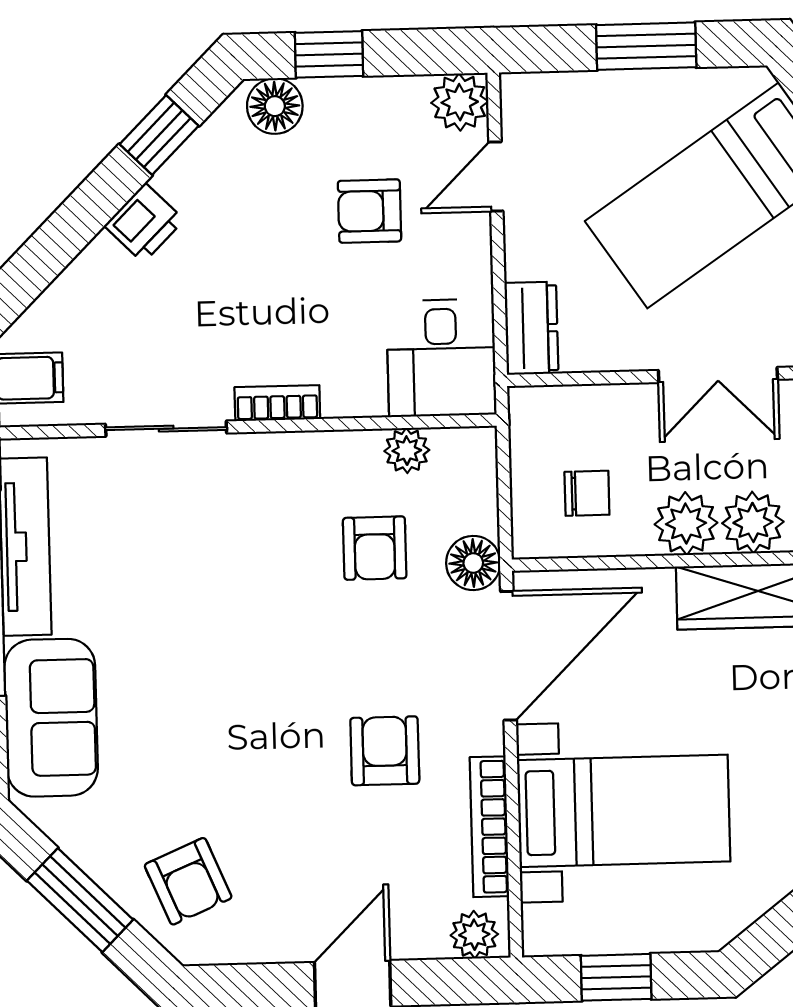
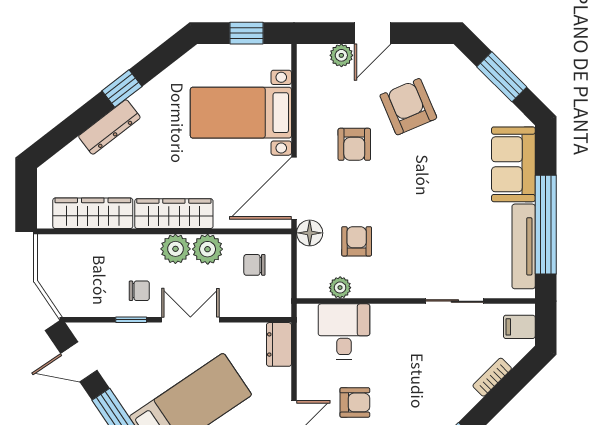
printer: (144, 223) -> (463, 400), removed
desk: (441, 358) -> (344, 331), moved
bookcase: (277, 403) -> (492, 377), moved, turned 135
bookcase: (489, 827) -> (305, 107), removed
armchair: (188, 881) -> (408, 107), moved, width x1.38, depth x1.38
plant: (474, 935) -> (341, 55), moved

